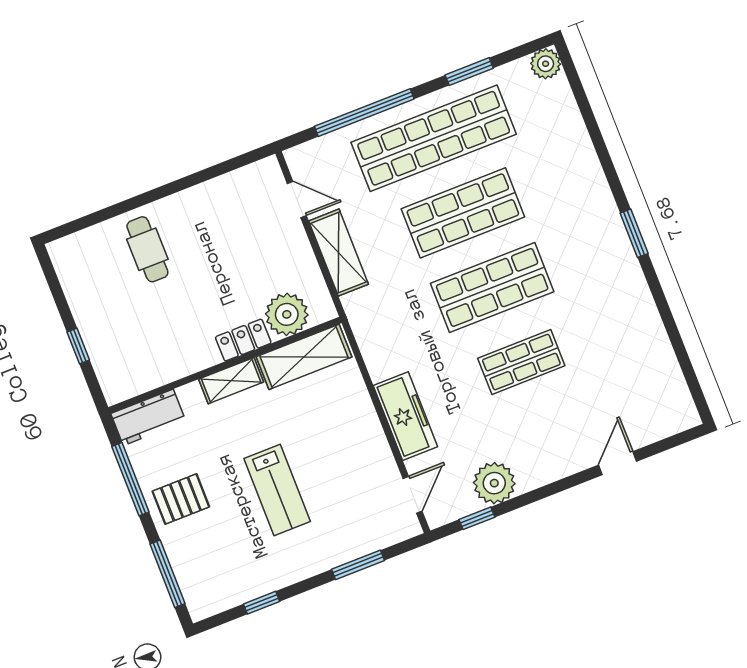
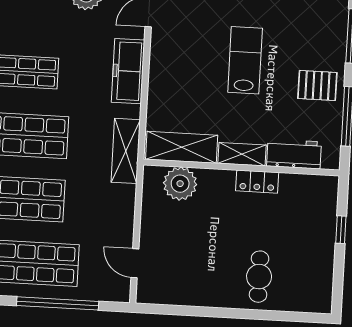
shelving: (339, 253) -> (126, 151), moved
locker: (243, 340) -> (257, 182), moved
workbench: (148, 417) -> (294, 154), moved

